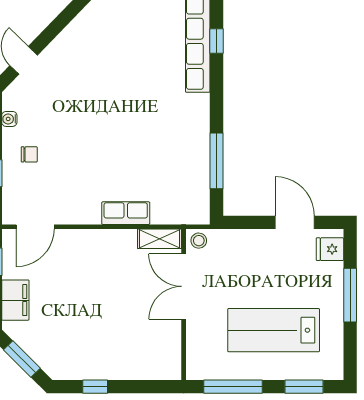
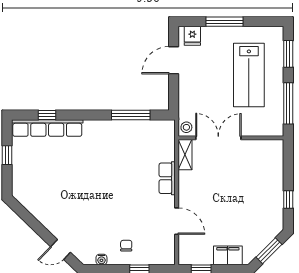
door: (35, 227) -> (177, 221), moved
double door: (184, 286) -> (218, 138), swing flipped

